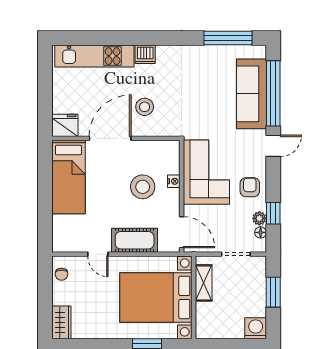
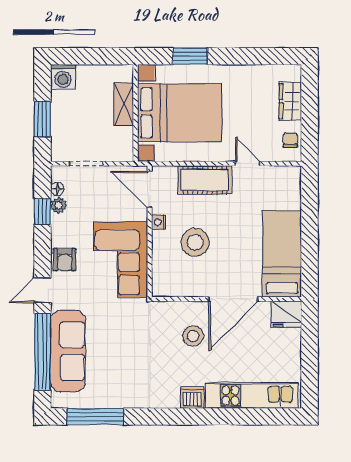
nightstand: (174, 181) -> (159, 222), moved
armchair: (250, 187) -> (65, 260), moved
shelving: (204, 283) -> (124, 104), moved
wardrobe: (61, 322) -> (290, 101), moved

